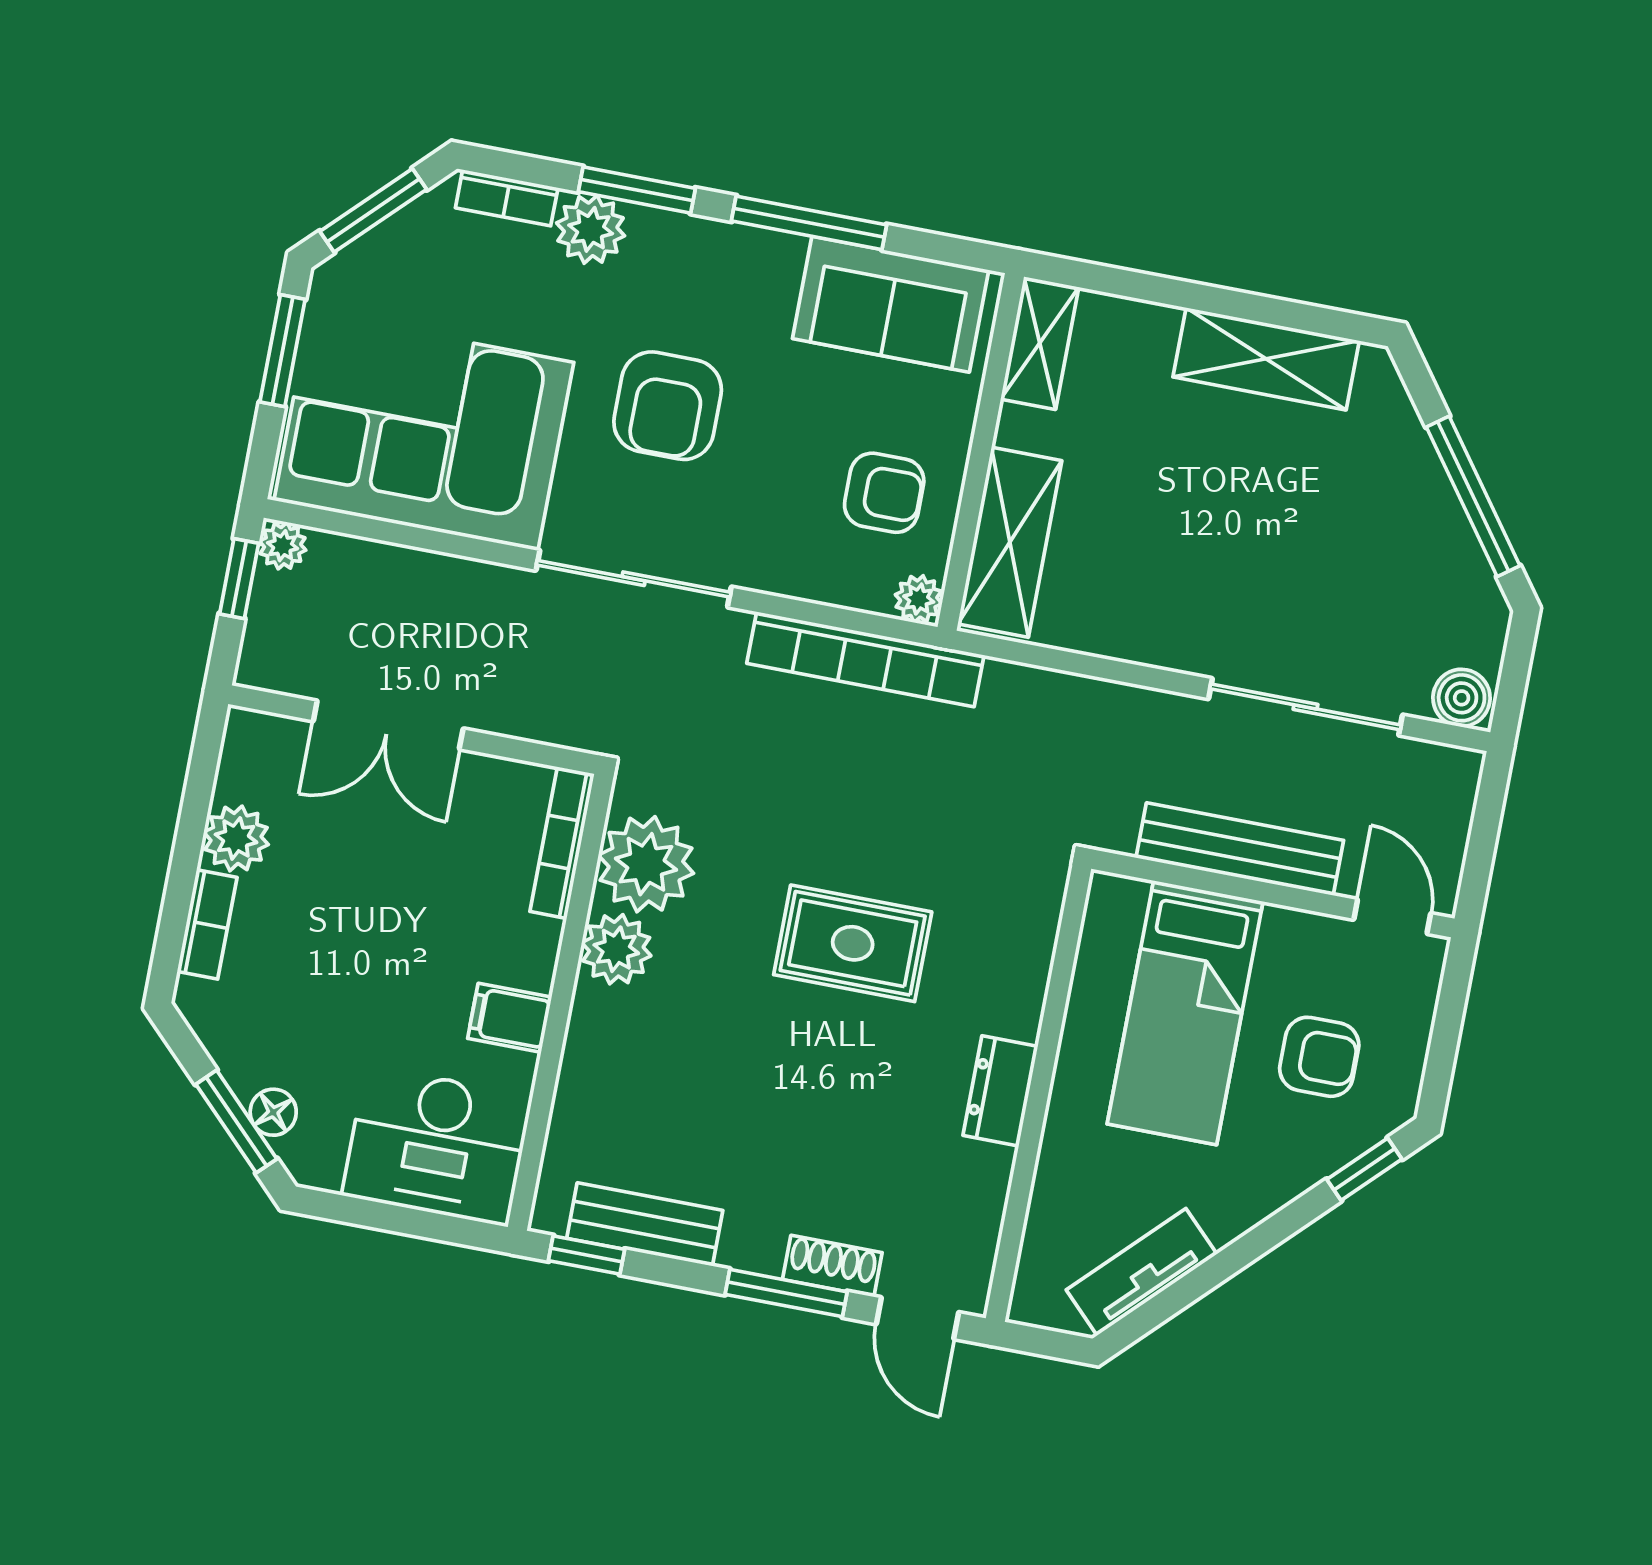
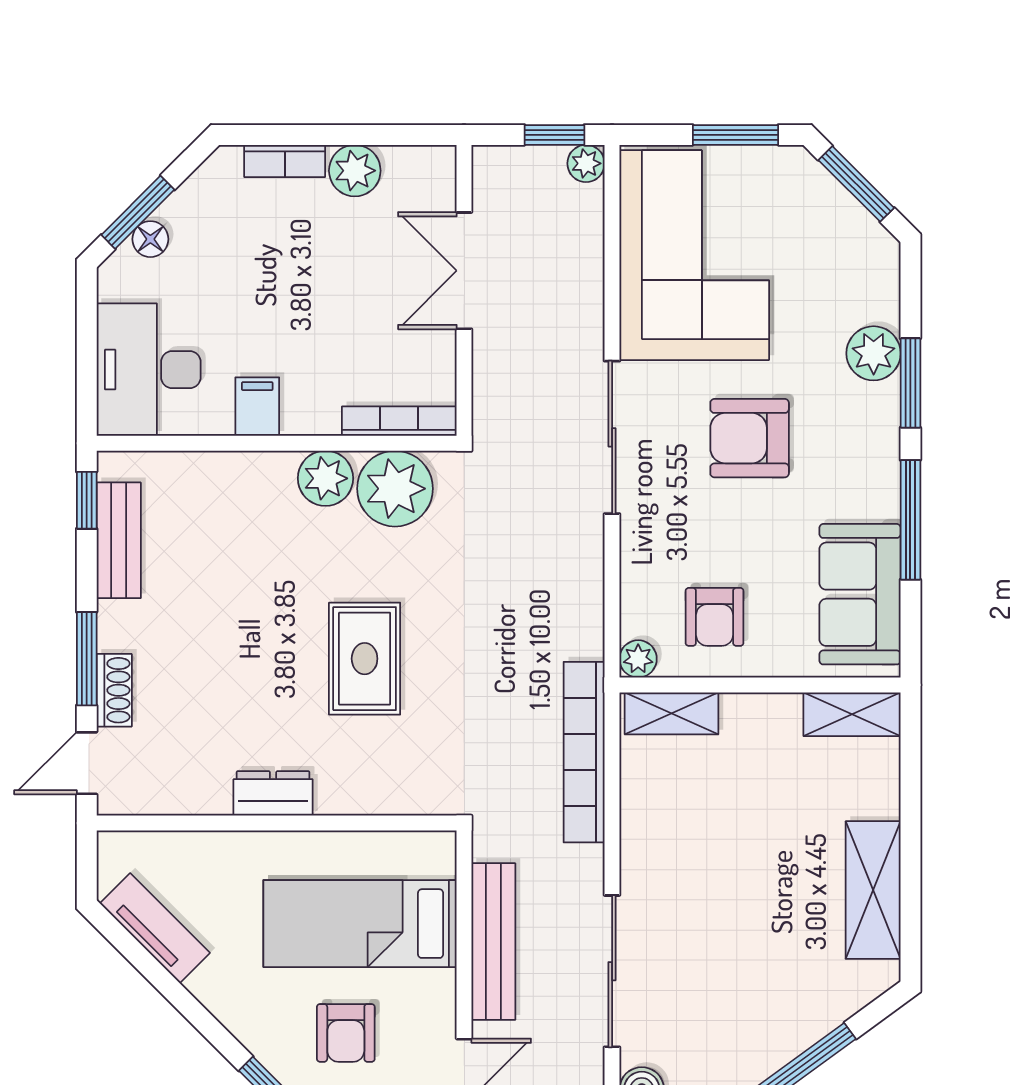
bookcase: (507, 198) -> (885, 284), removed
shelving: (1010, 542) -> (672, 713), width x0.67, depth x0.75
bookcase: (865, 659) -> (584, 752), moved

